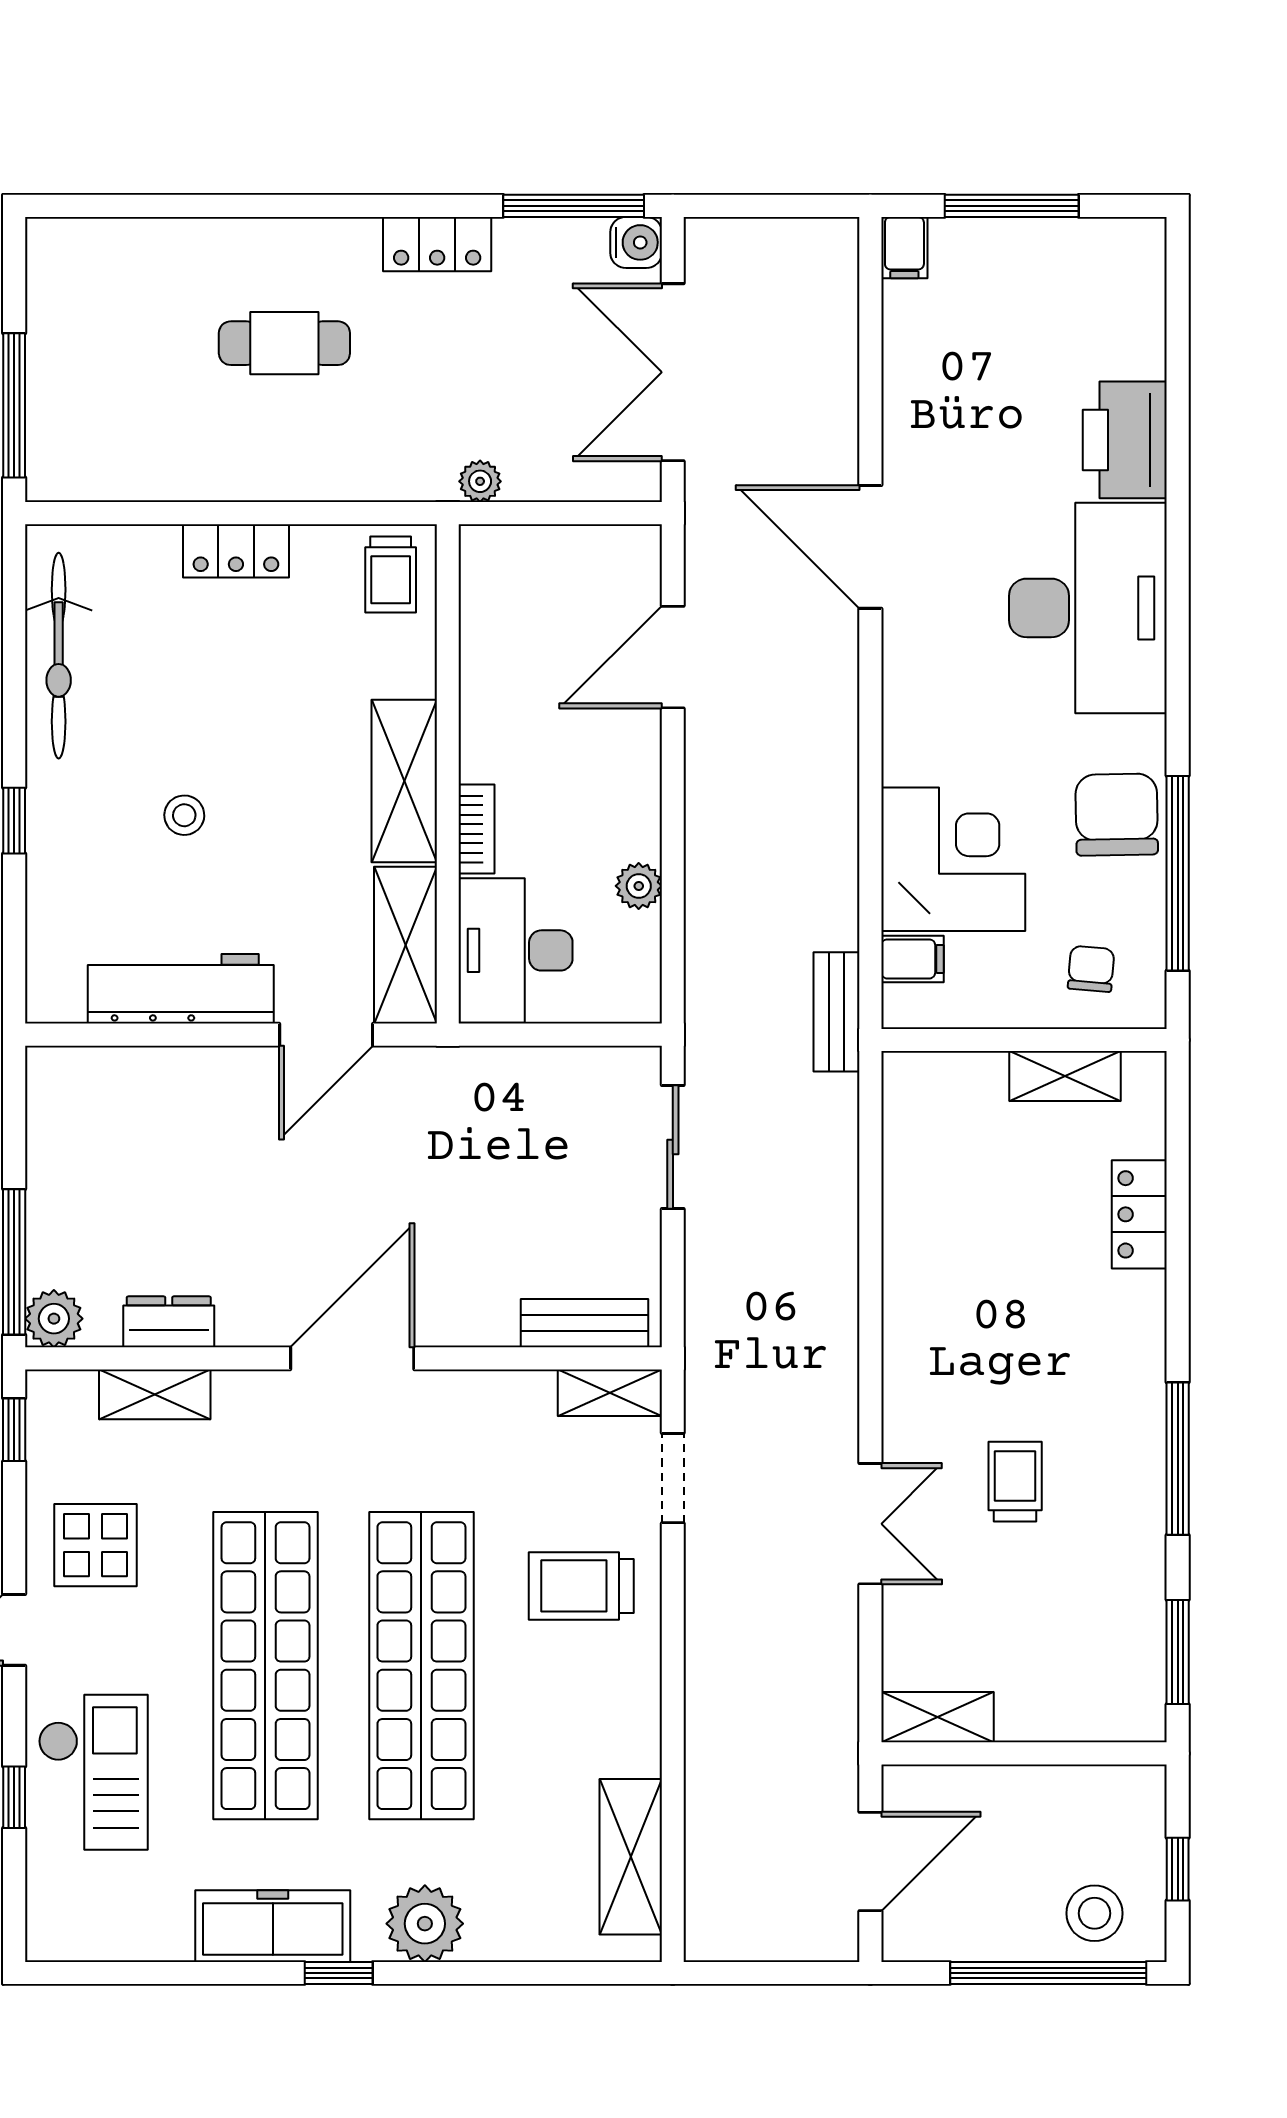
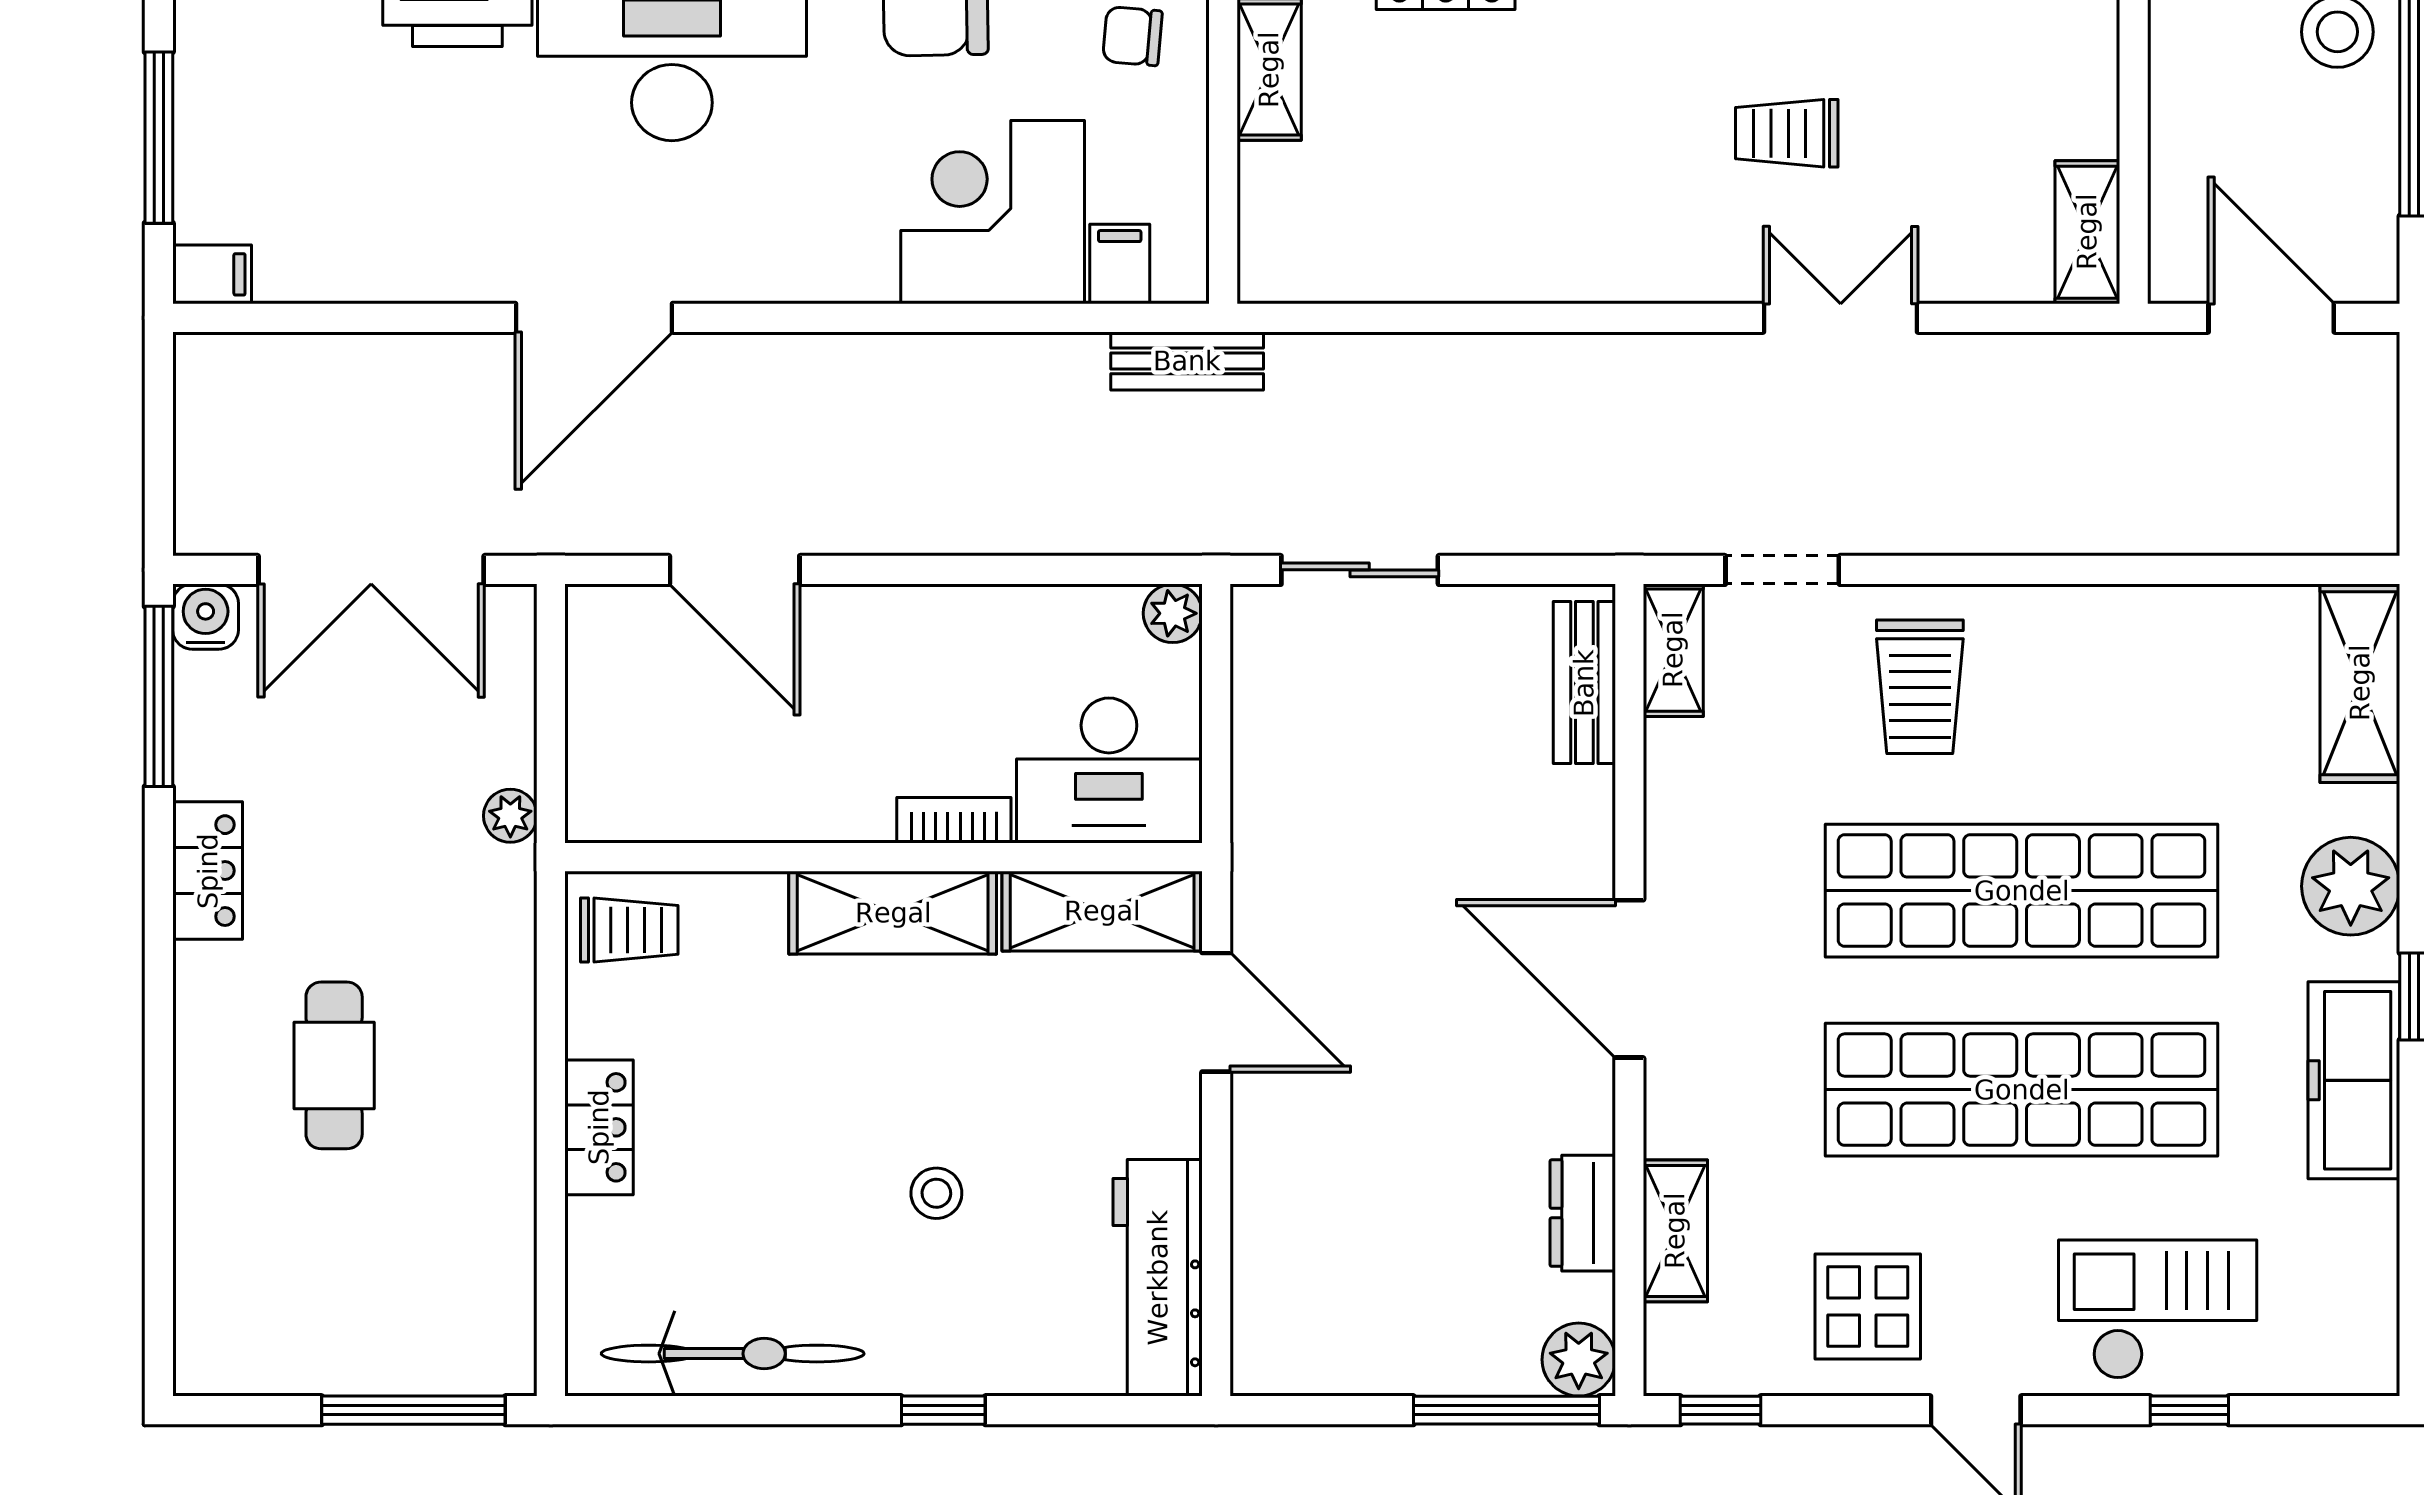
plant: (639, 886) -> (1173, 613), moved
workbench: (181, 989) -> (1158, 1278), moved
shelving: (631, 1857) -> (2360, 683), moved, turned 90

